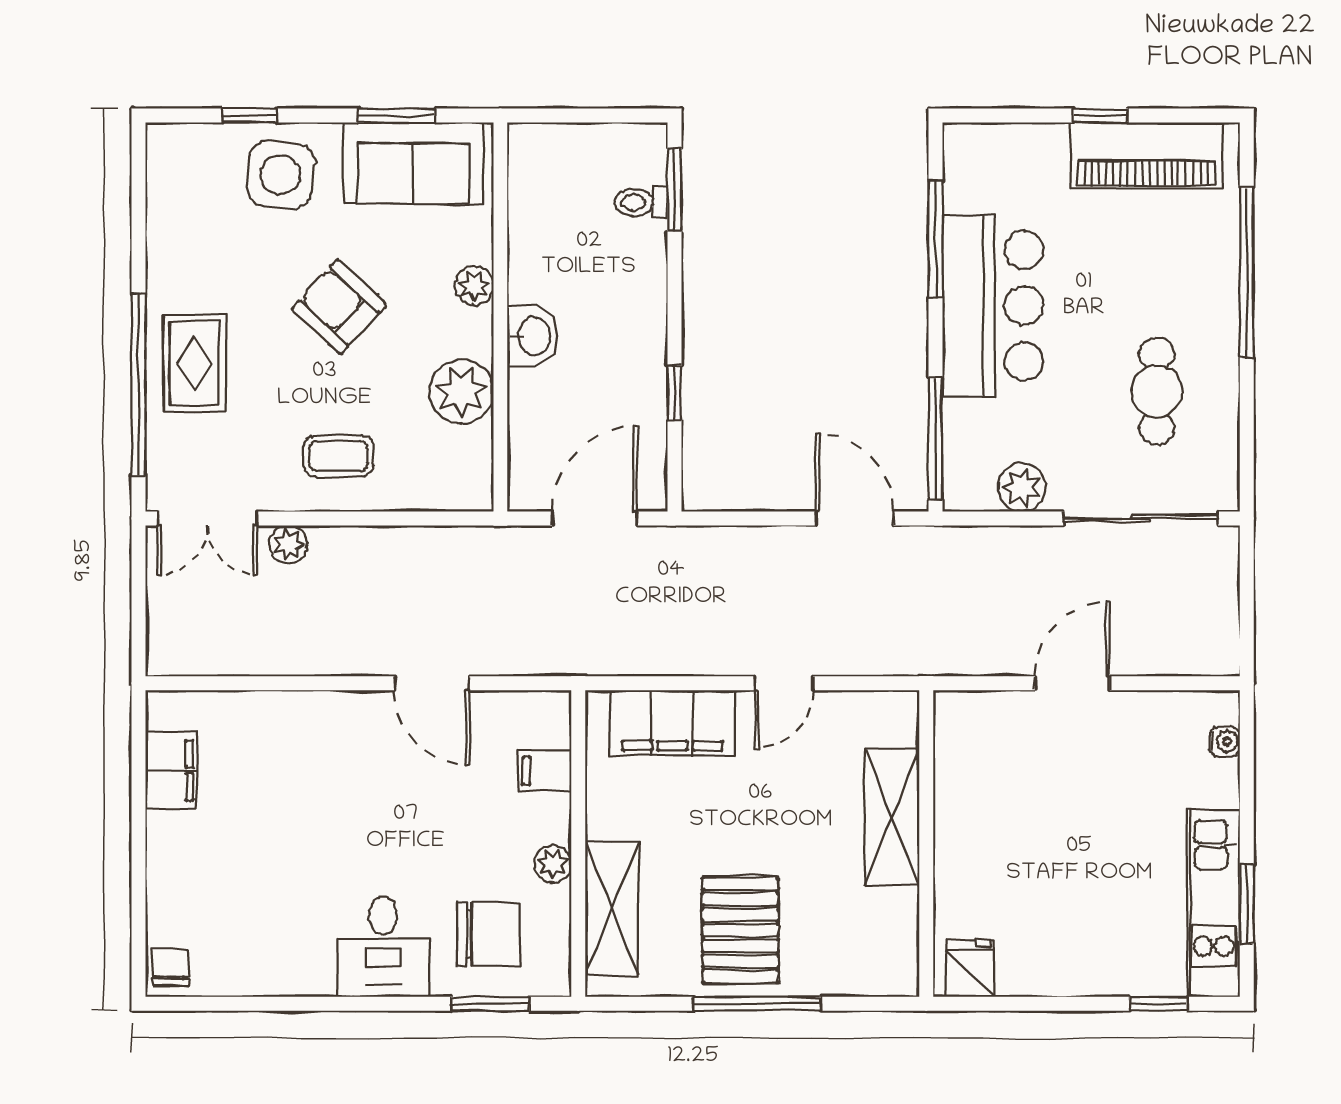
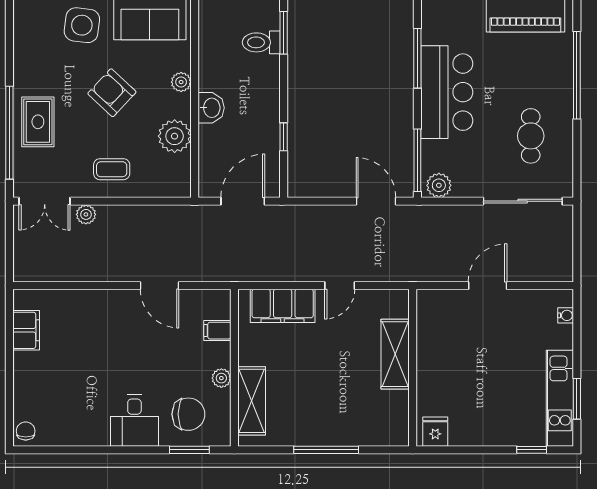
toilet: (641, 202) -> (261, 42), width x1.37, depth x1.39
plant: (1022, 487) -> (439, 185), moved
pallet: (740, 930) -> (318, 412), removed

